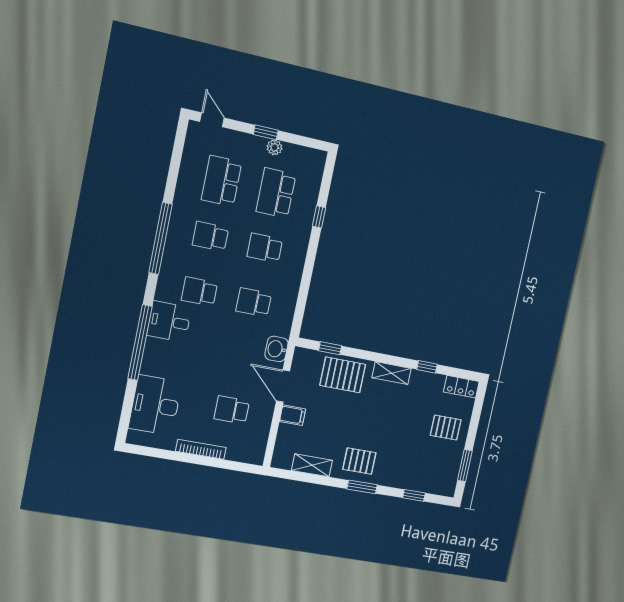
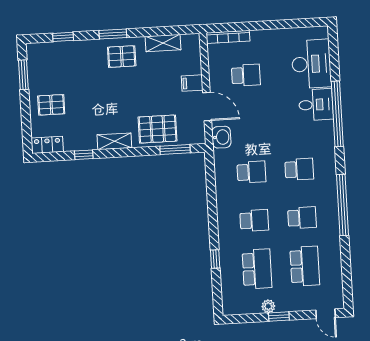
desk: (169, 322) -> (316, 105), moved
window: (330, 348) -> (175, 150), width x1.50
bookcase: (201, 449) -> (228, 37), moved

